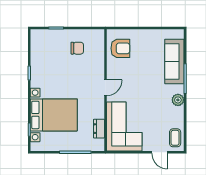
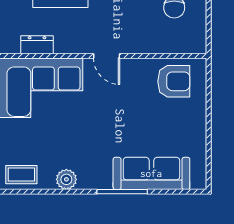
armchair: (120, 48) -> (174, 81), turned -90
plant: (178, 100) -> (66, 179), moved

